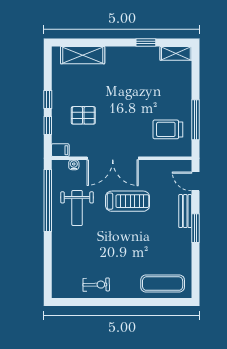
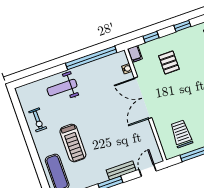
window: (48, 100) -> (182, 26), moved
treadmill: (128, 201) -> (73, 143), moved
weight bench: (77, 208) -> (62, 88), moved

